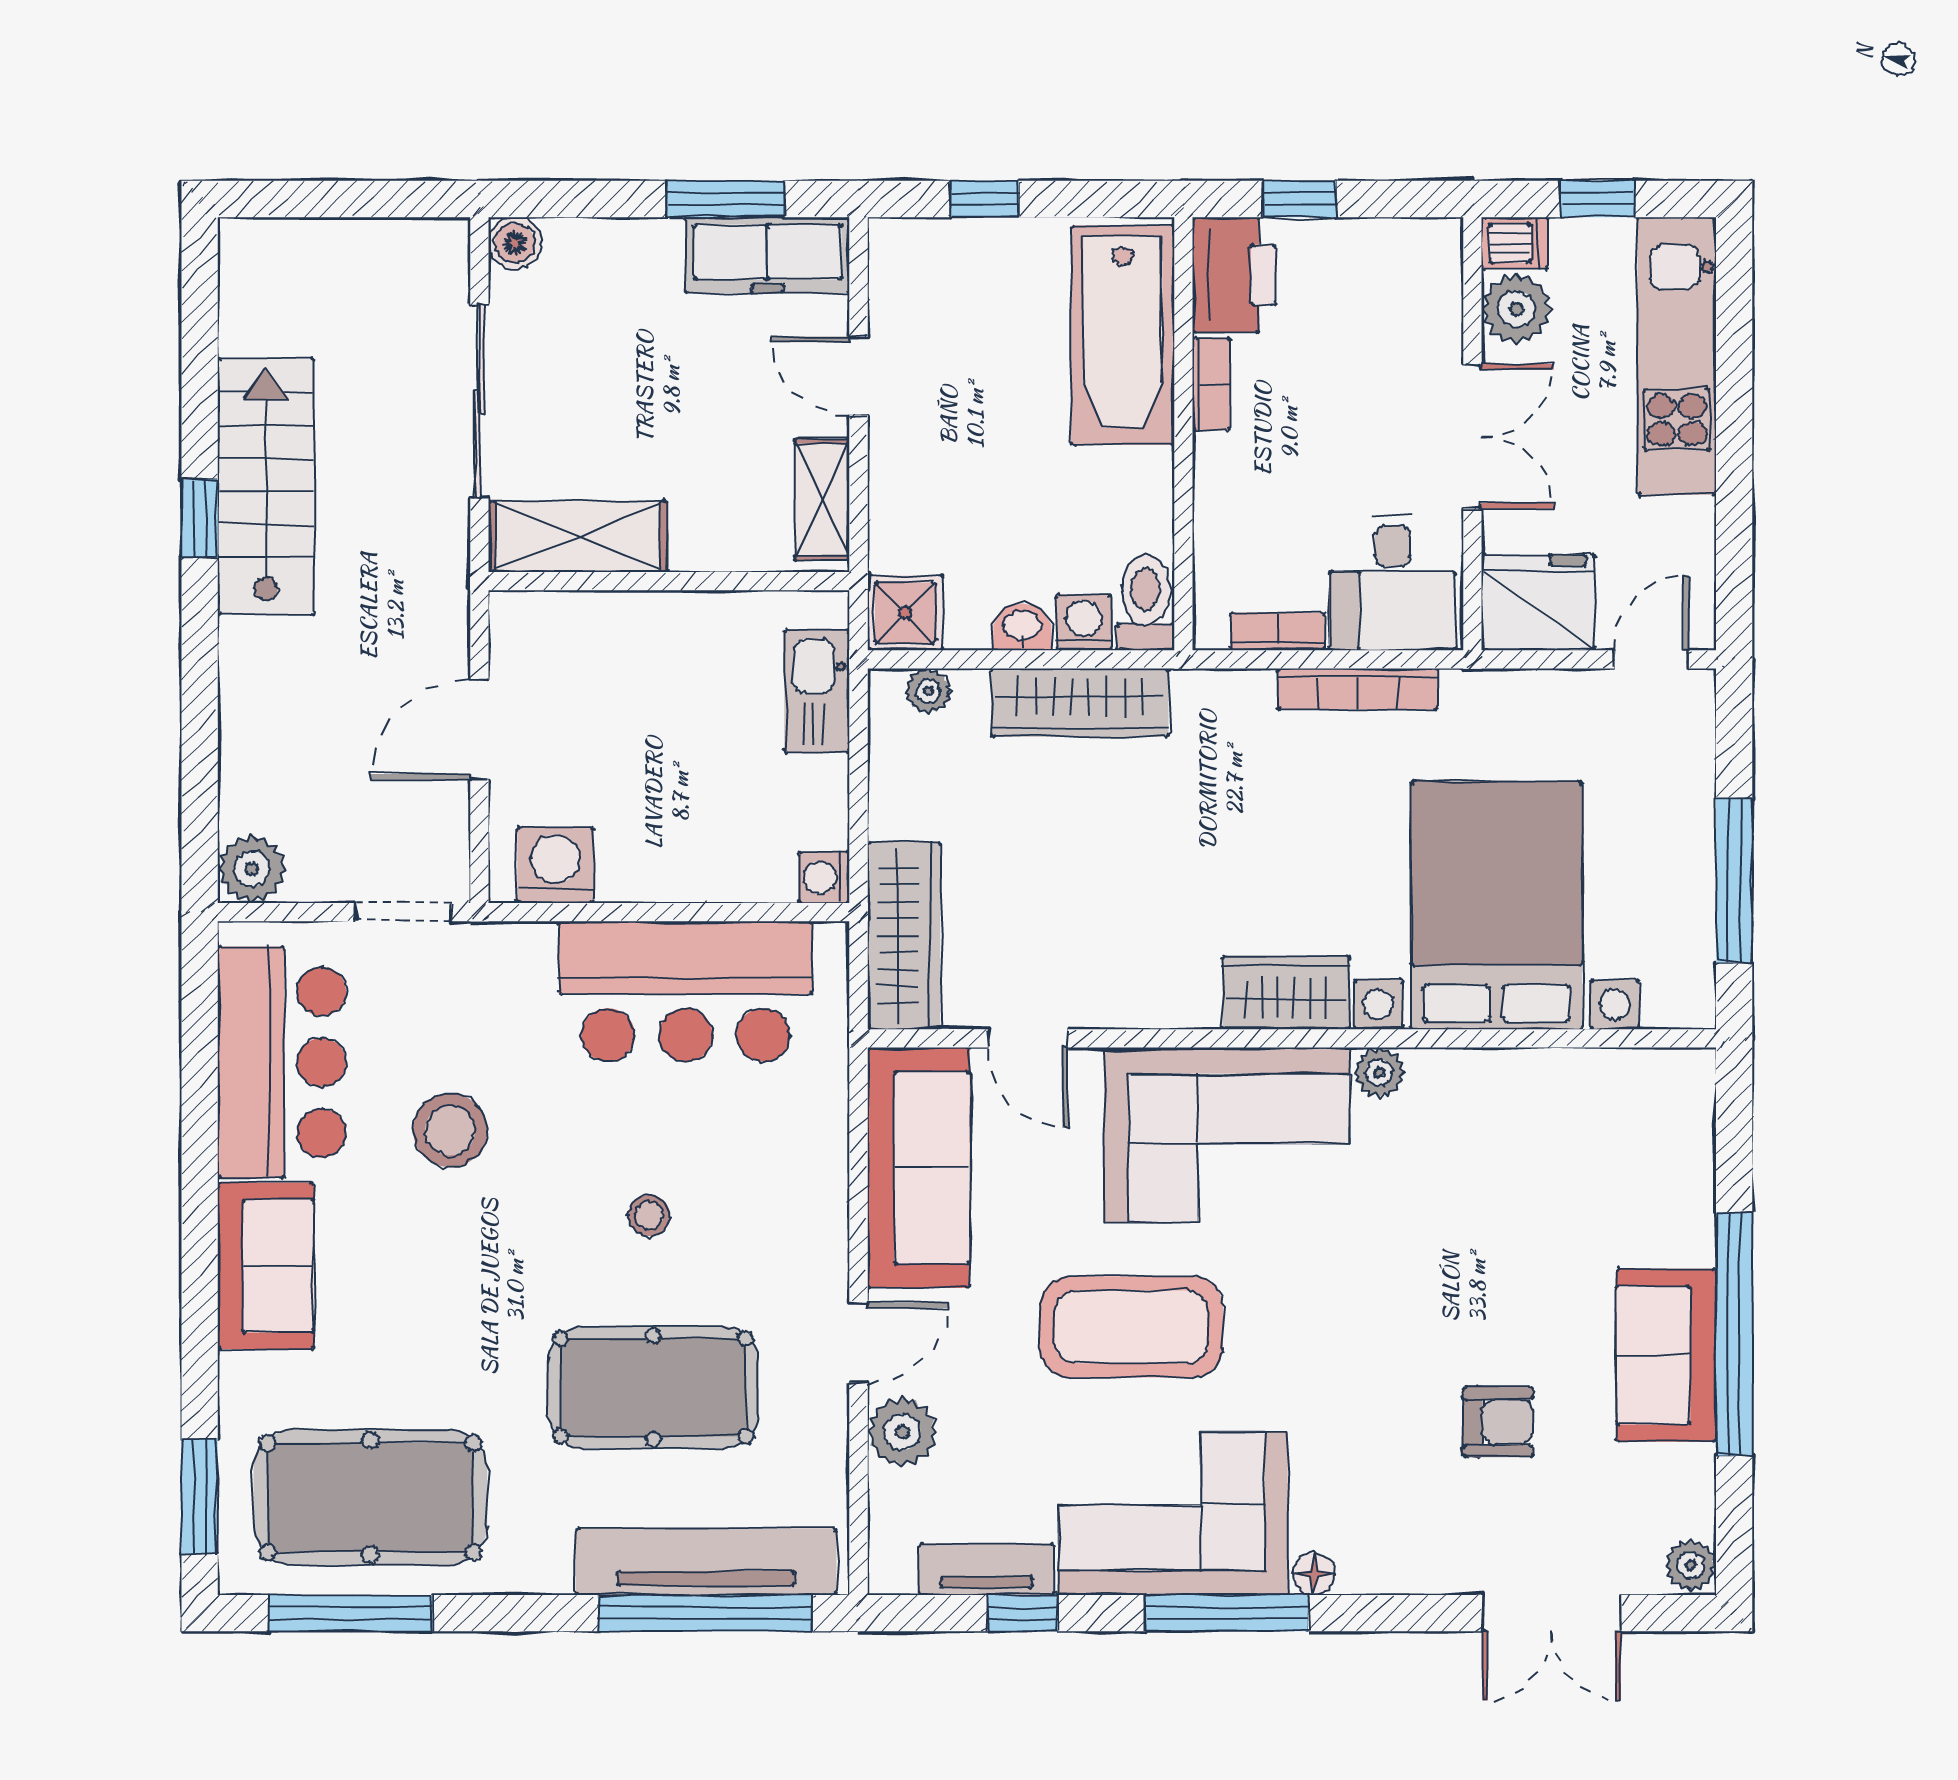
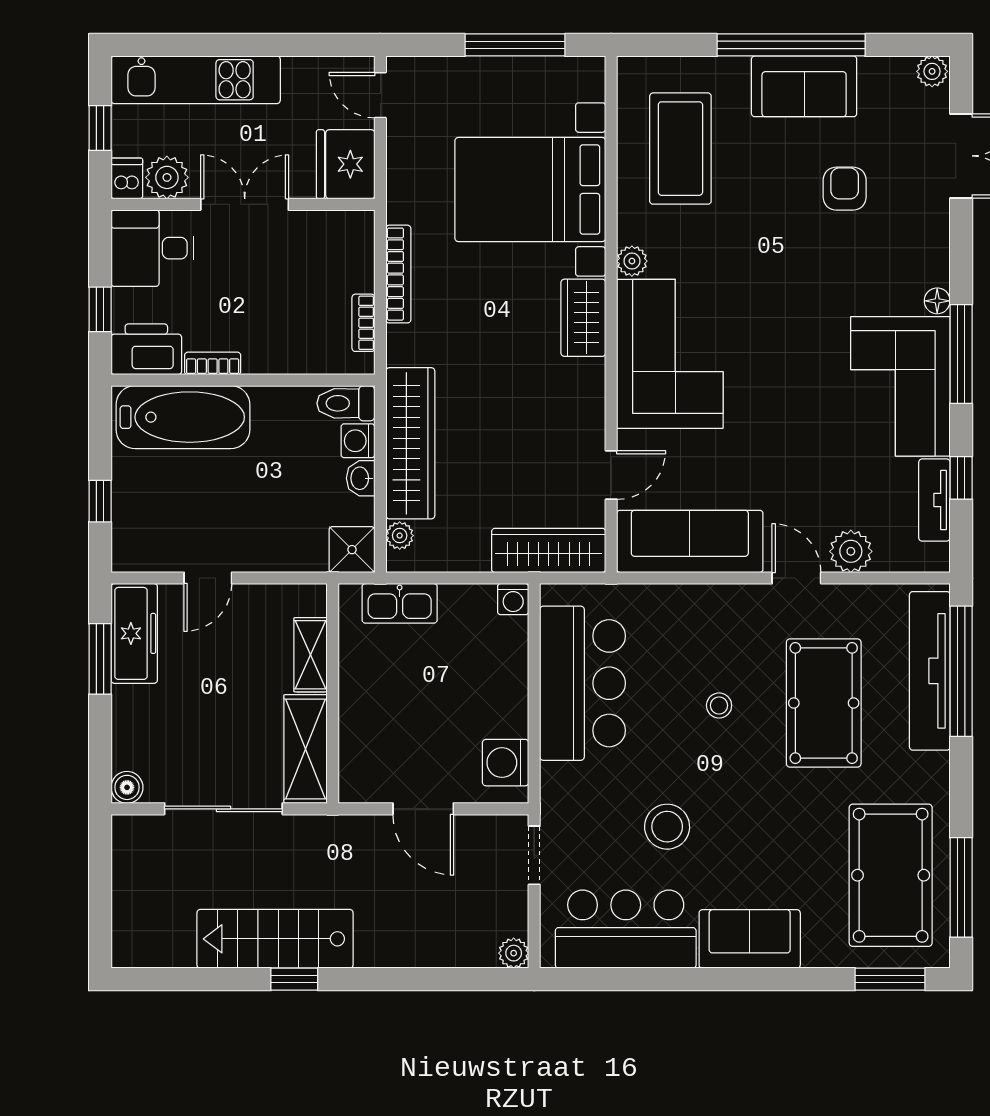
shelving: (822, 500) -> (311, 655), moved, turned 90
desk: (1392, 582) -> (152, 248), moved, turned 180
wardrobe: (1080, 703) -> (410, 443), width x1.40, depth x1.17
plant: (252, 869) -> (514, 953), width x0.73, depth x0.73
coffee table: (1131, 1327) -> (680, 149), moved

